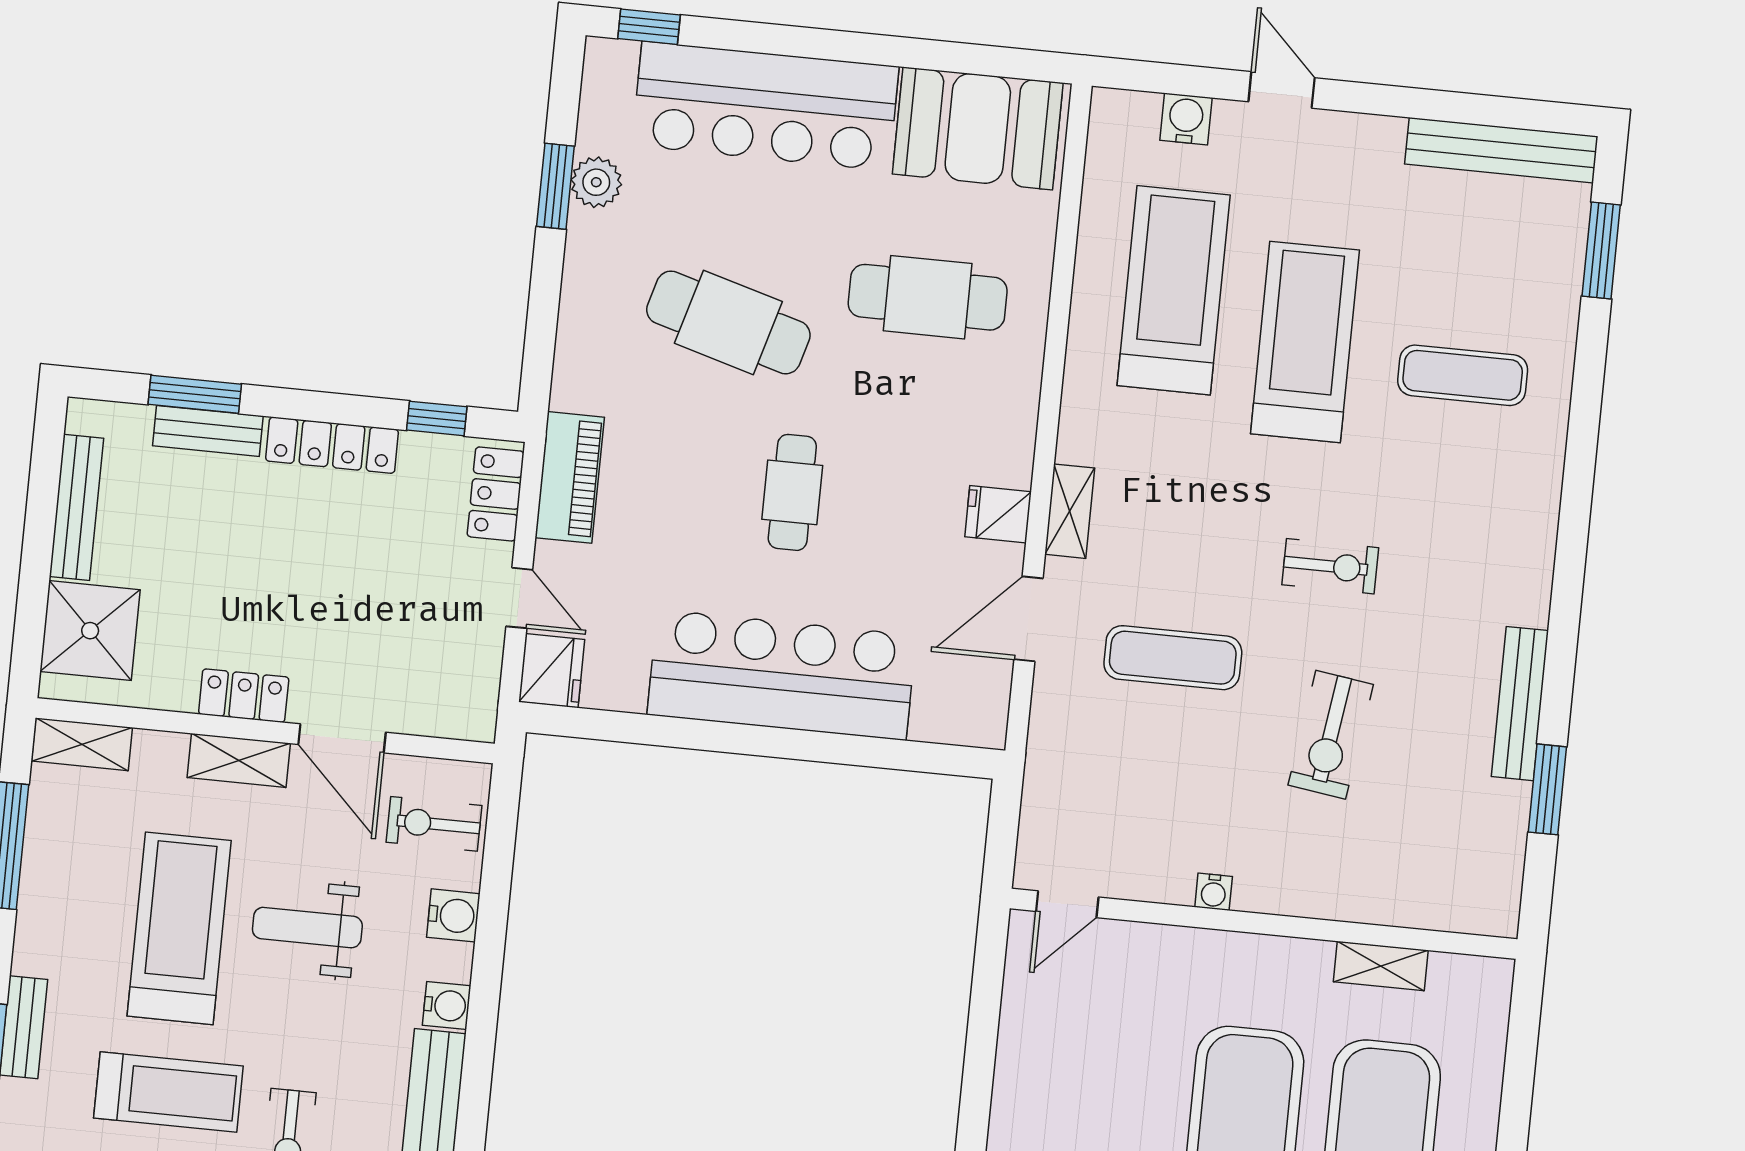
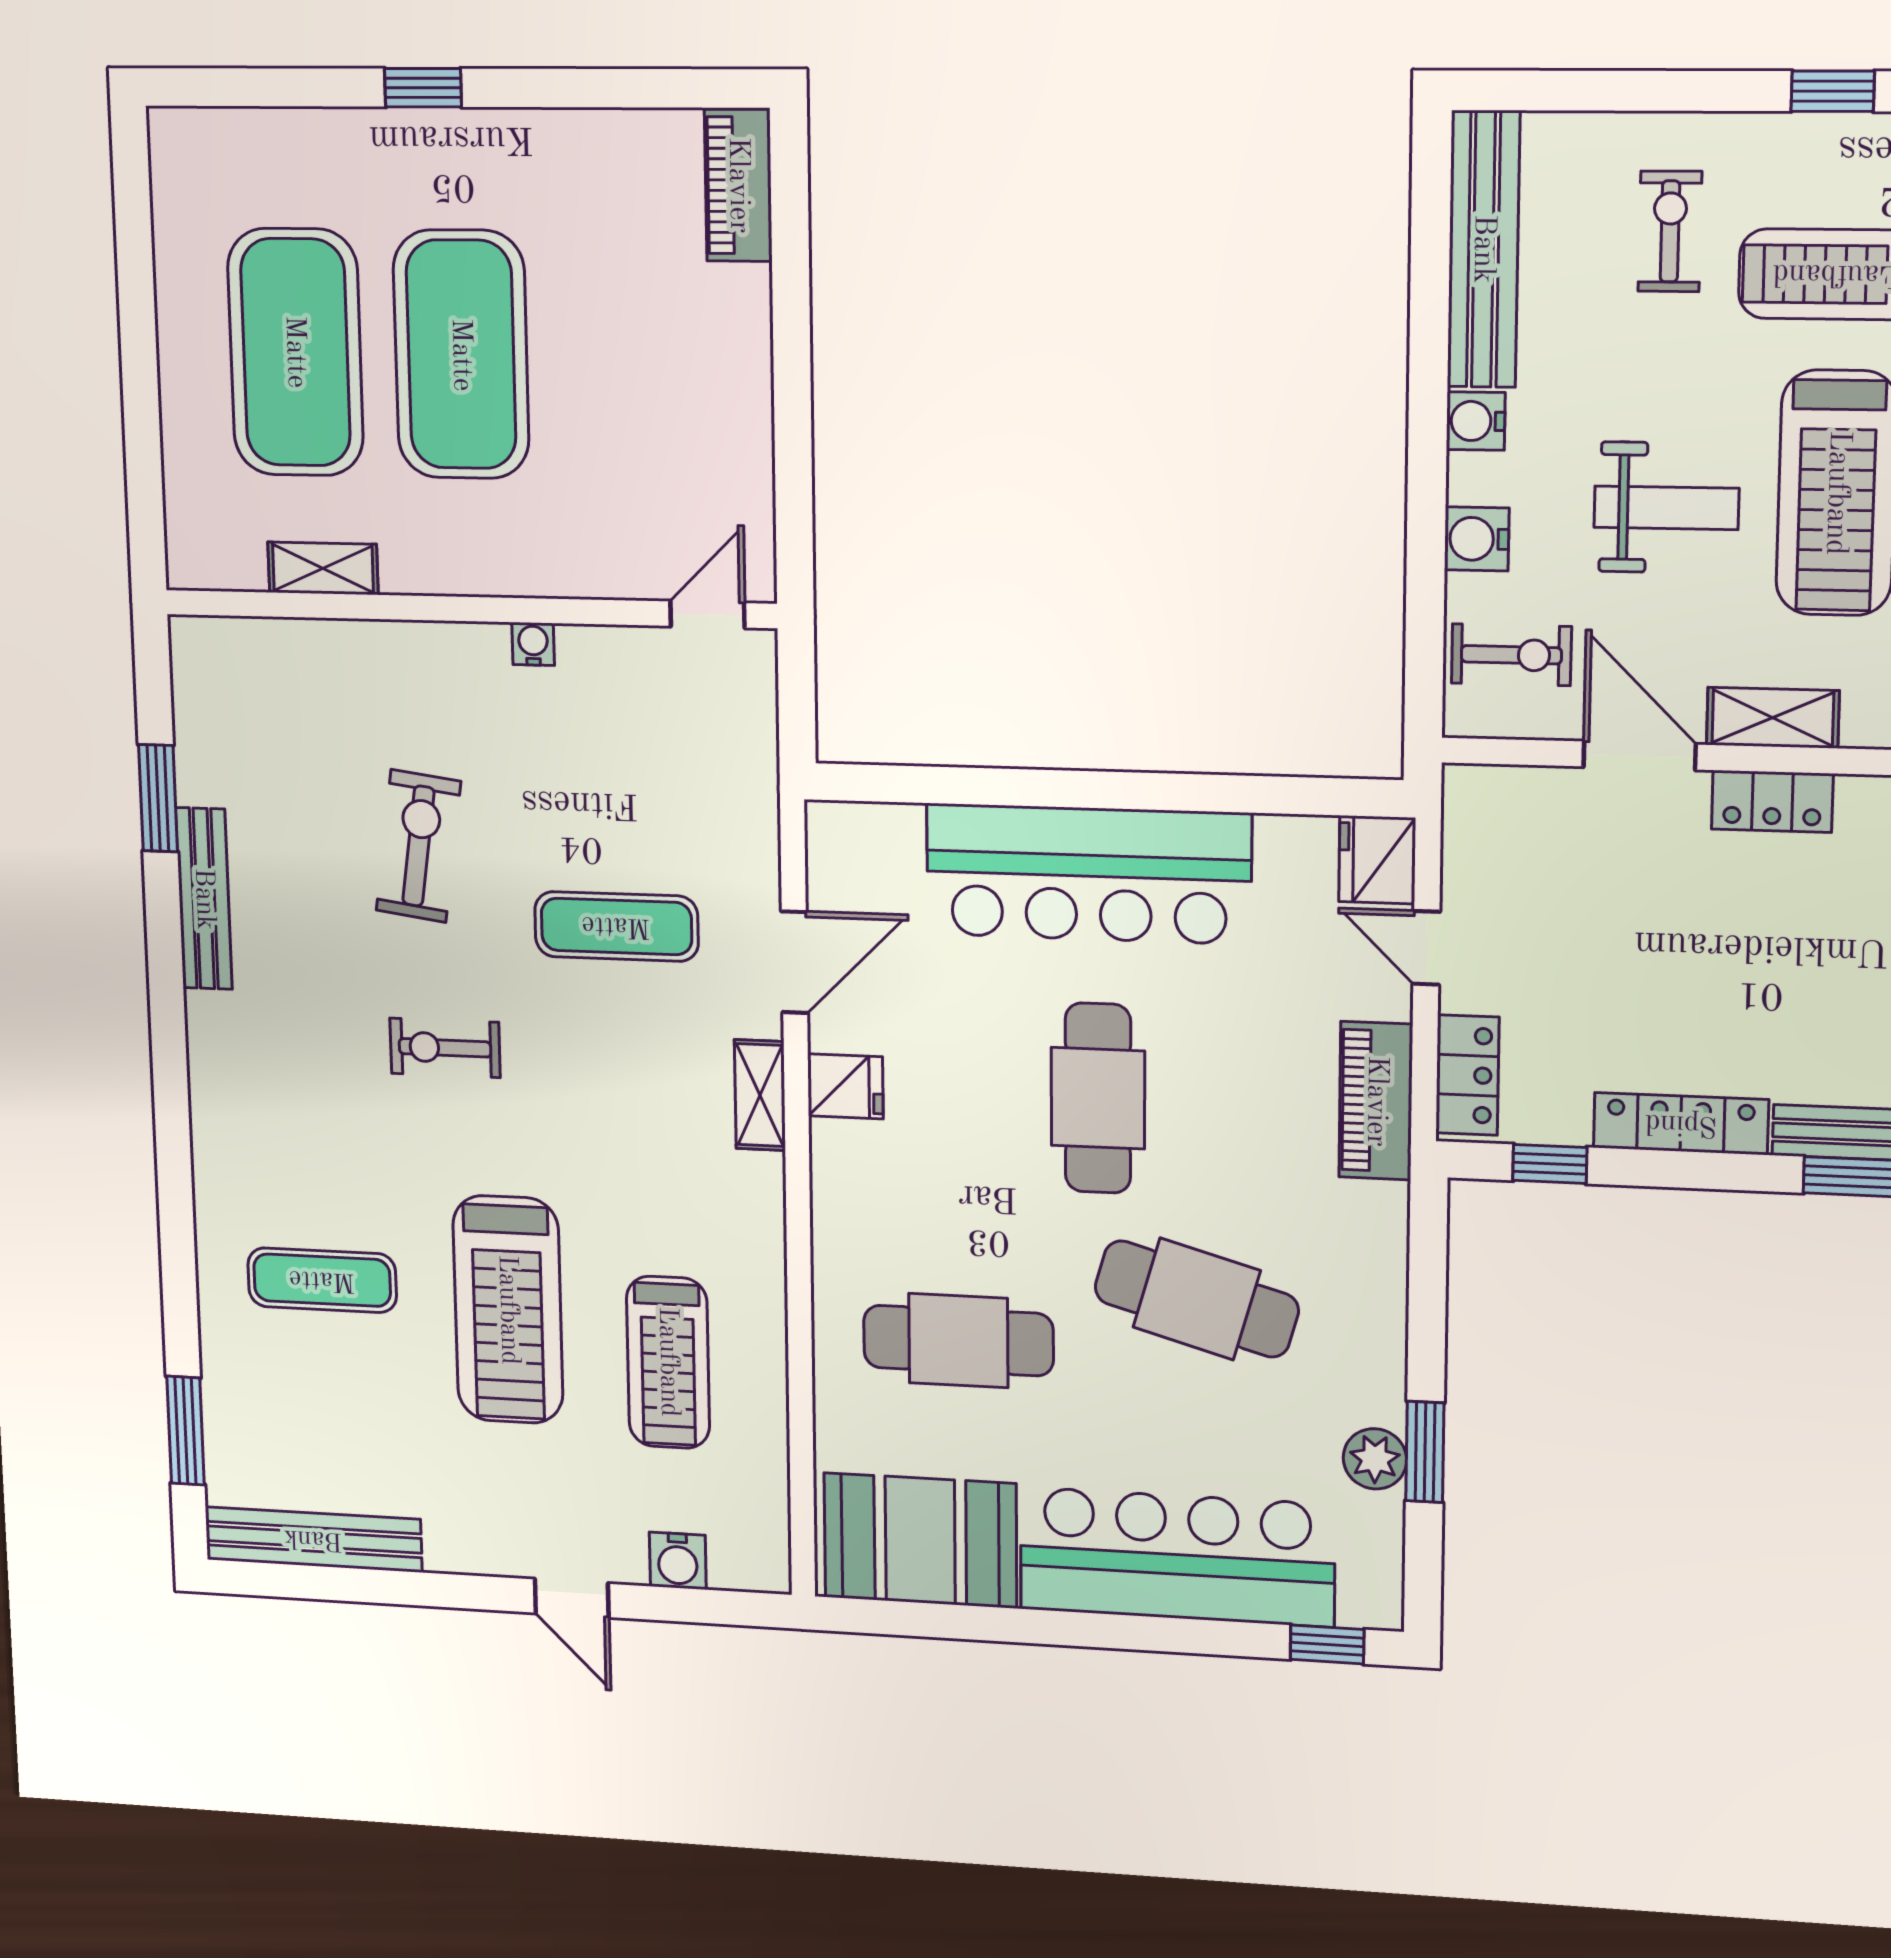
treadmill: (1174, 290) -> (668, 1362), width x0.73, depth x0.73
cafe table: (792, 492) -> (1098, 1098), width x1.37, depth x1.35

